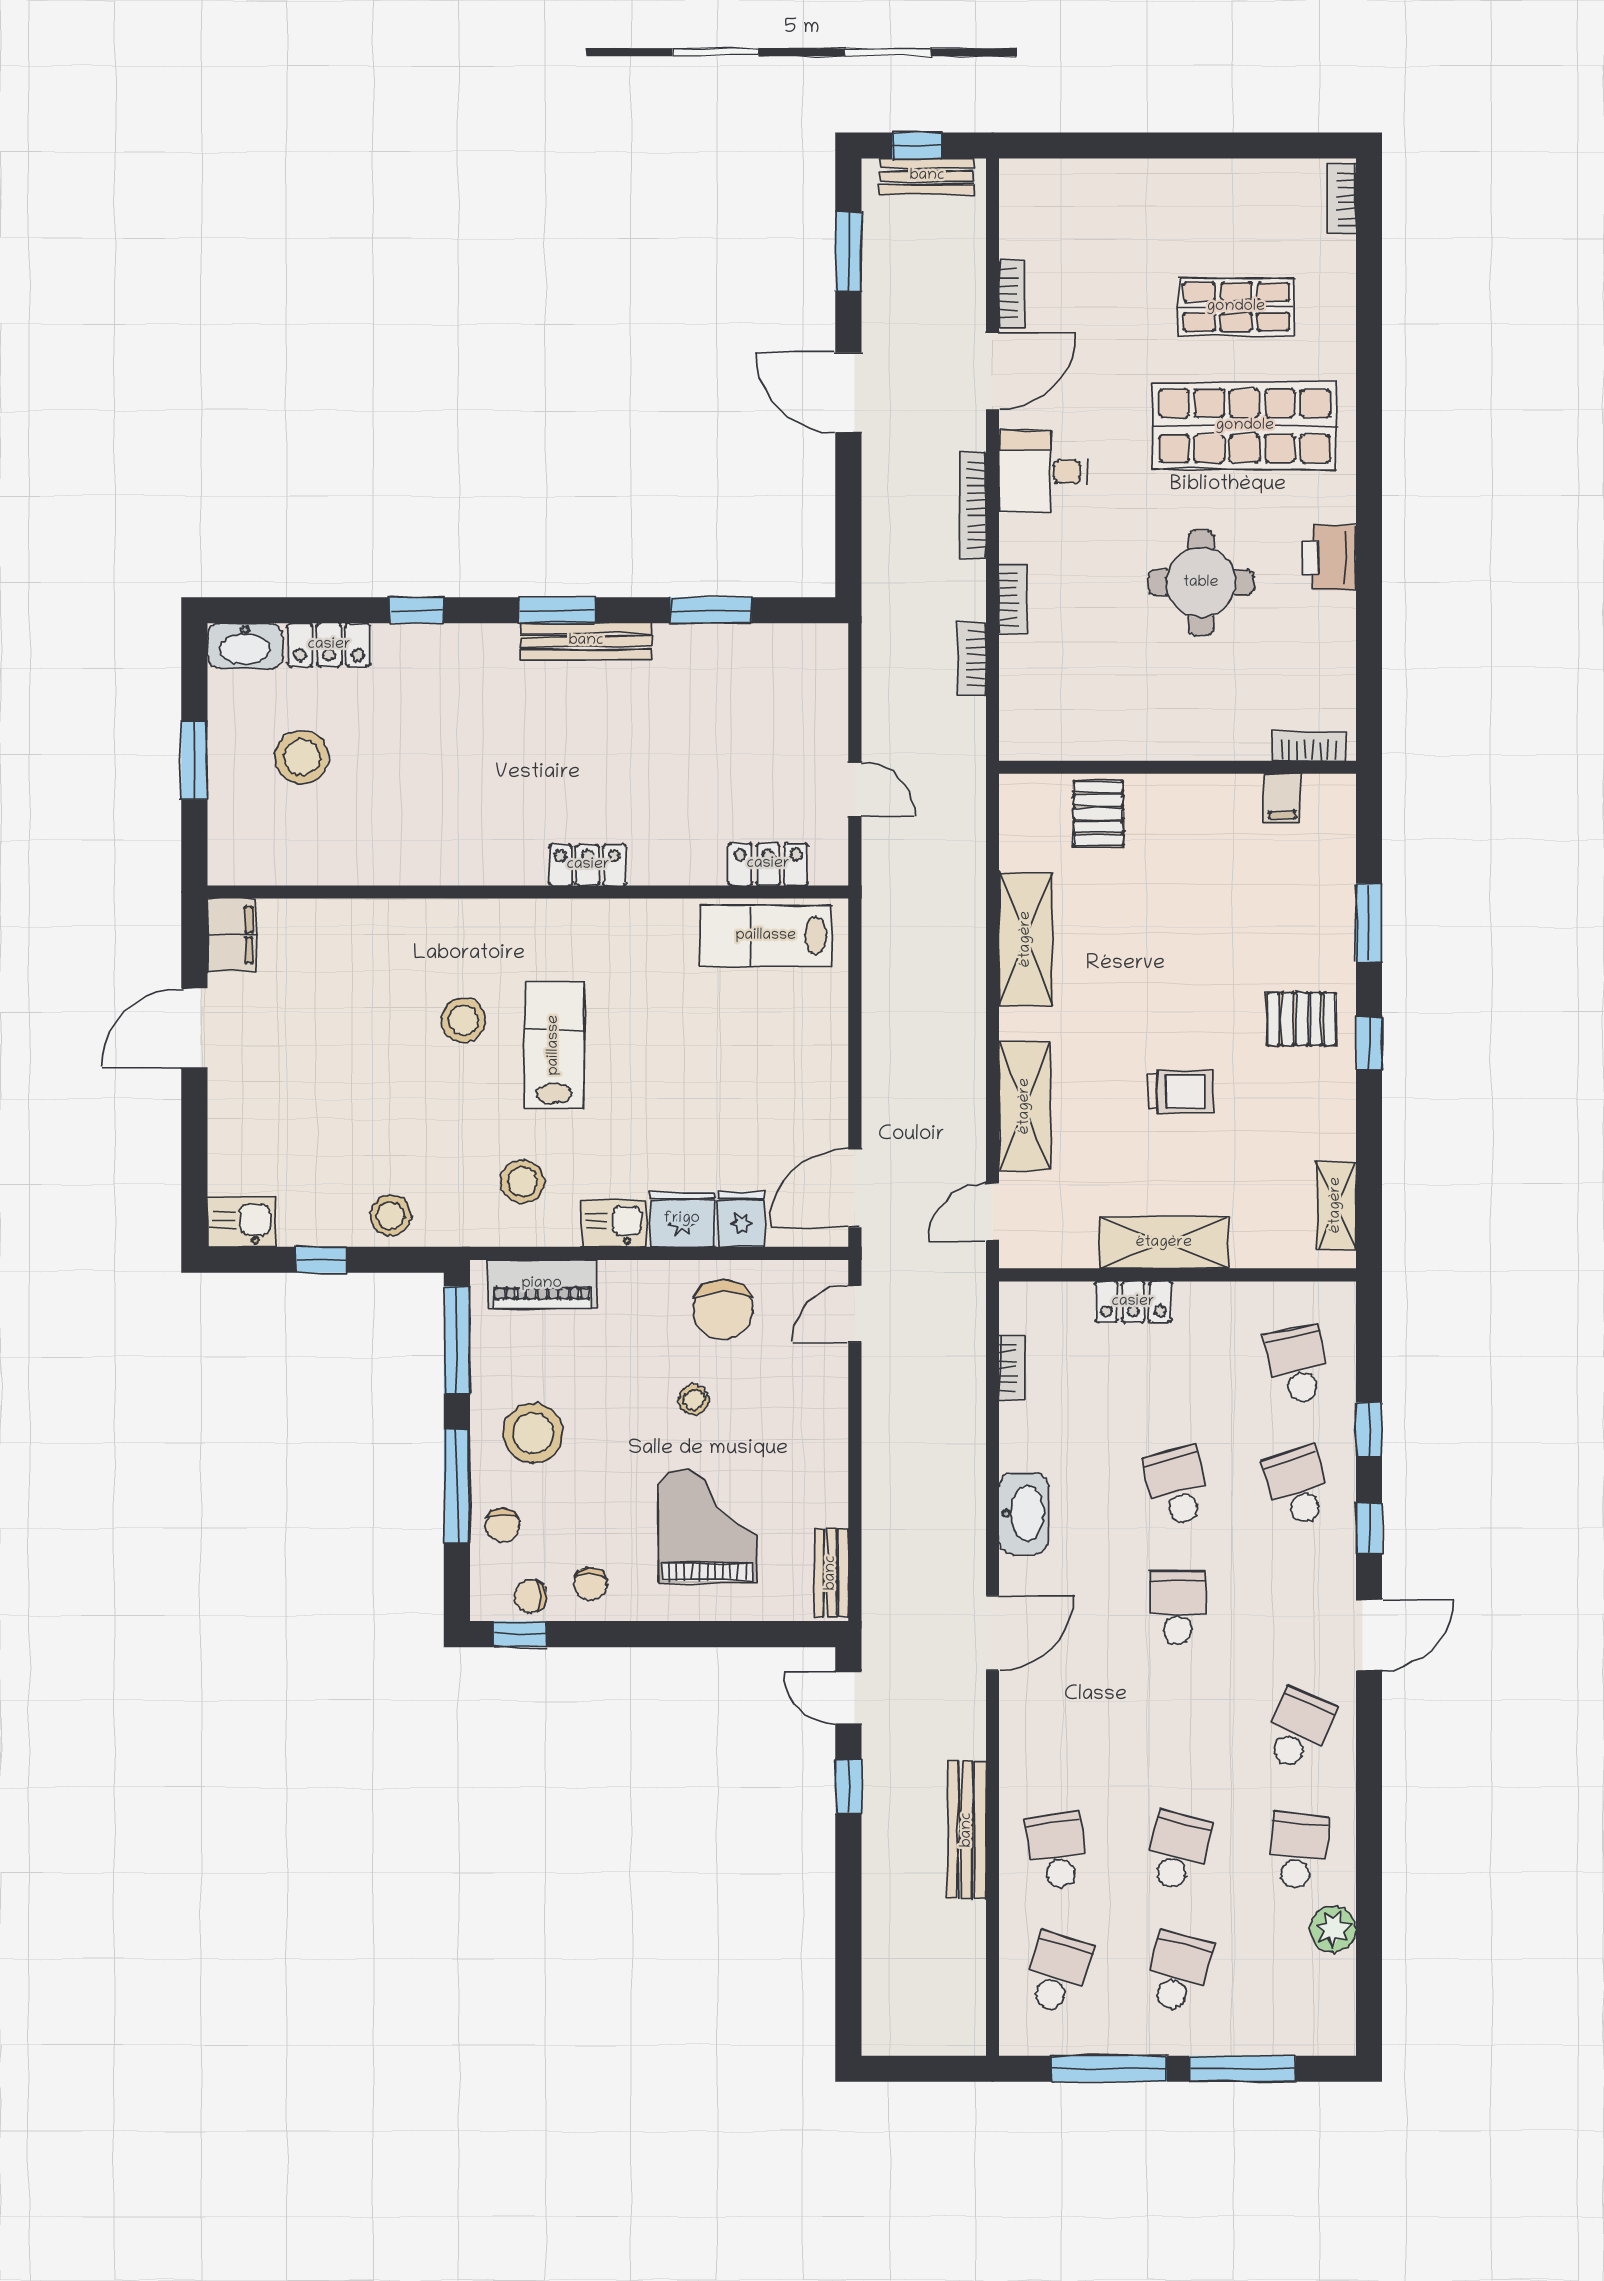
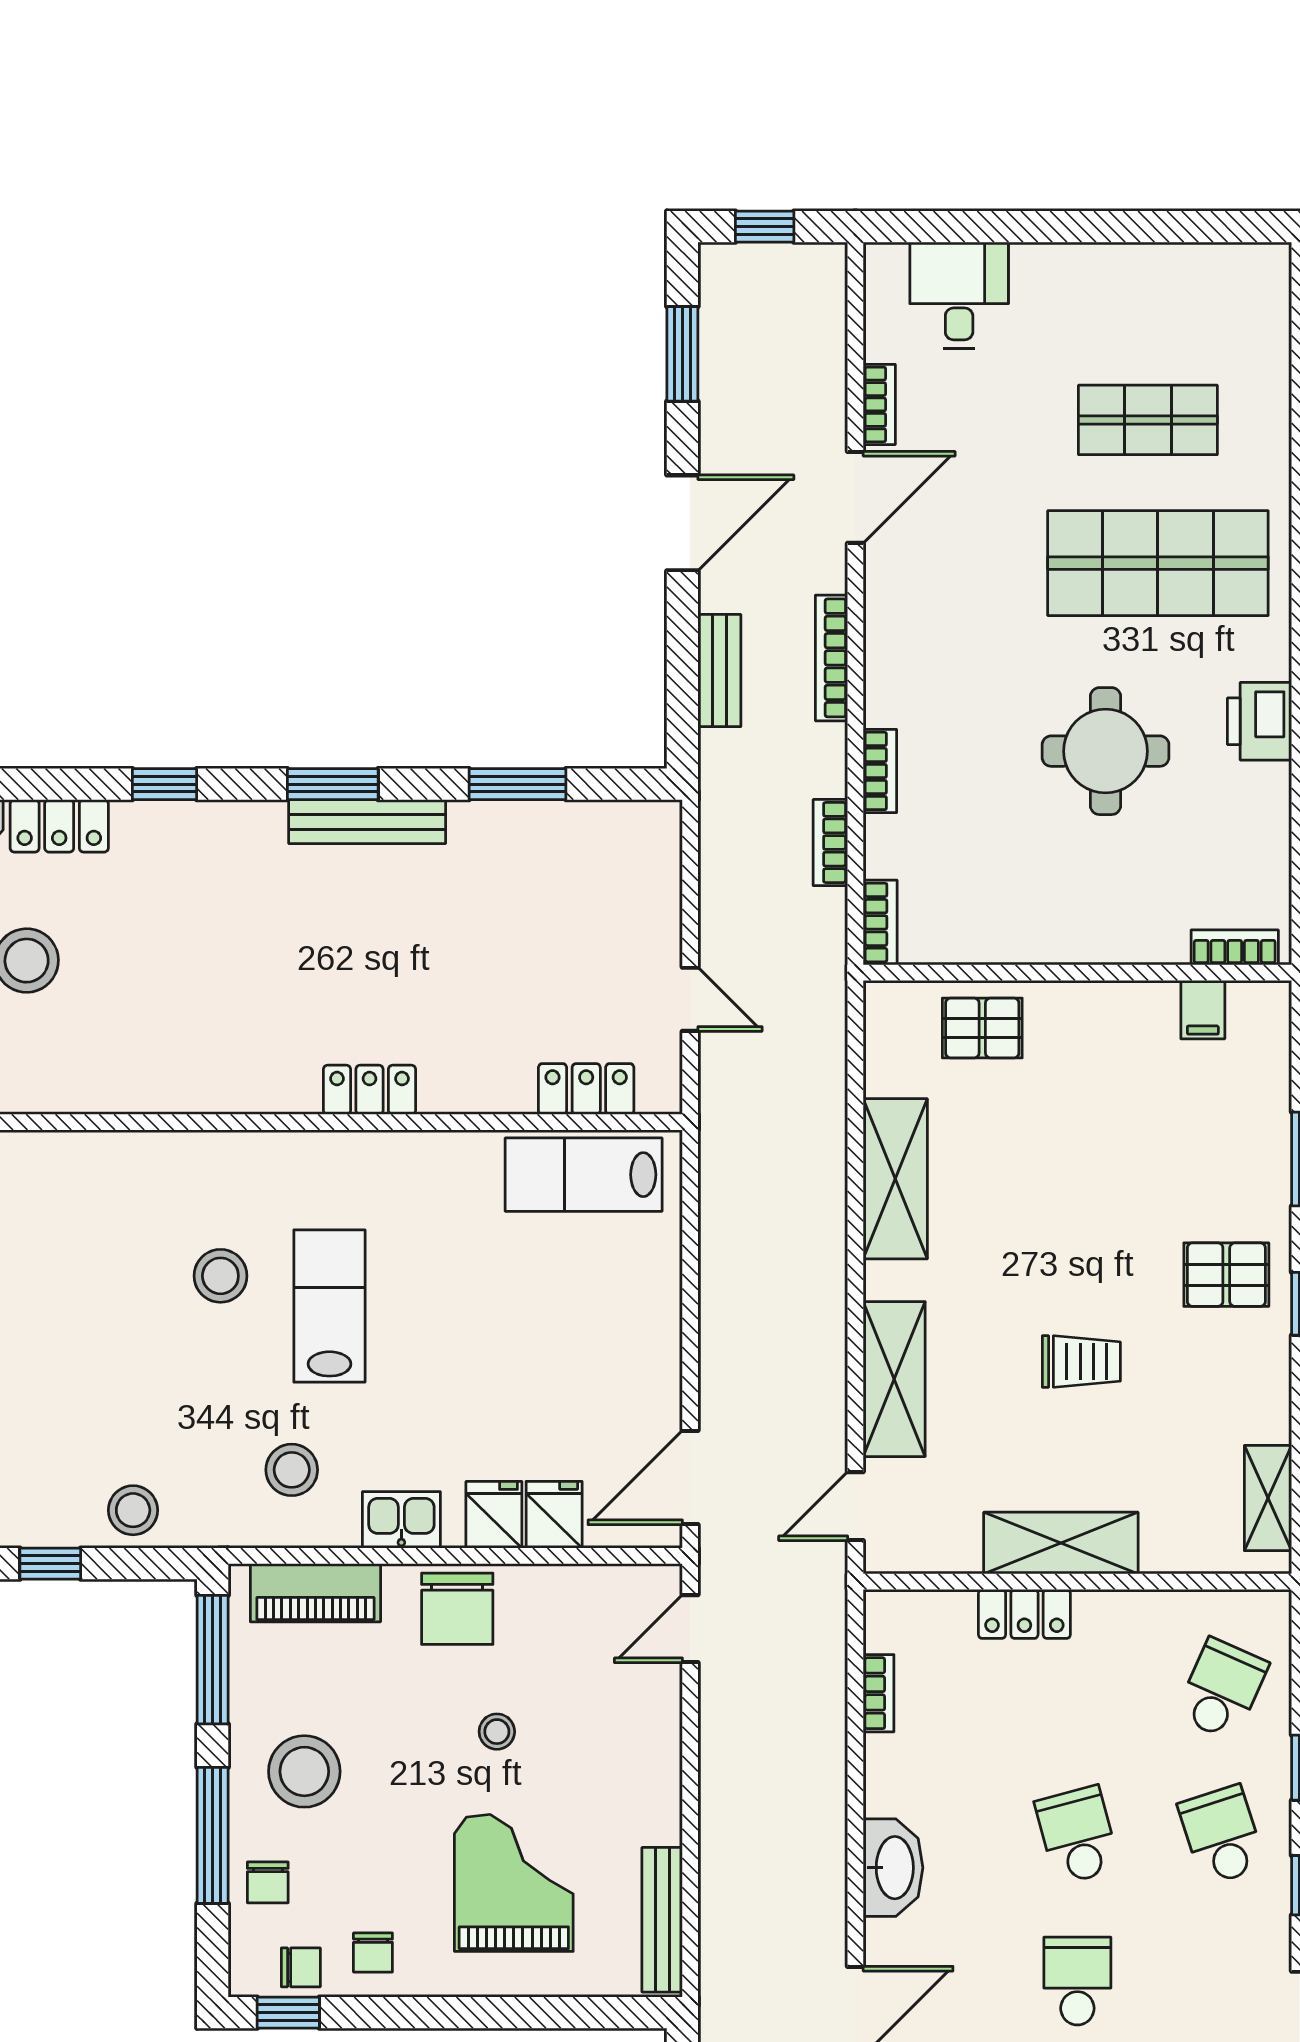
bench: (927, 176) -> (719, 671), moved, turned 90
bookcase: (1342, 199) -> (880, 922), moved, turned 180
door: (848, 392) -> (682, 523), swing flipped
desk: (1043, 472) -> (959, 295), moved, turned 90
pallet: (1098, 813) -> (982, 1028), turned 90
fridge: (682, 1219) -> (494, 1515), width x0.72
chair: (723, 1310) -> (457, 1609), moved
school desk: (1298, 1365) -> (1222, 1689), turned 36
bench: (831, 1573) -> (662, 1920), width x1.36
chair: (530, 1596) -> (301, 1967), turned 180

